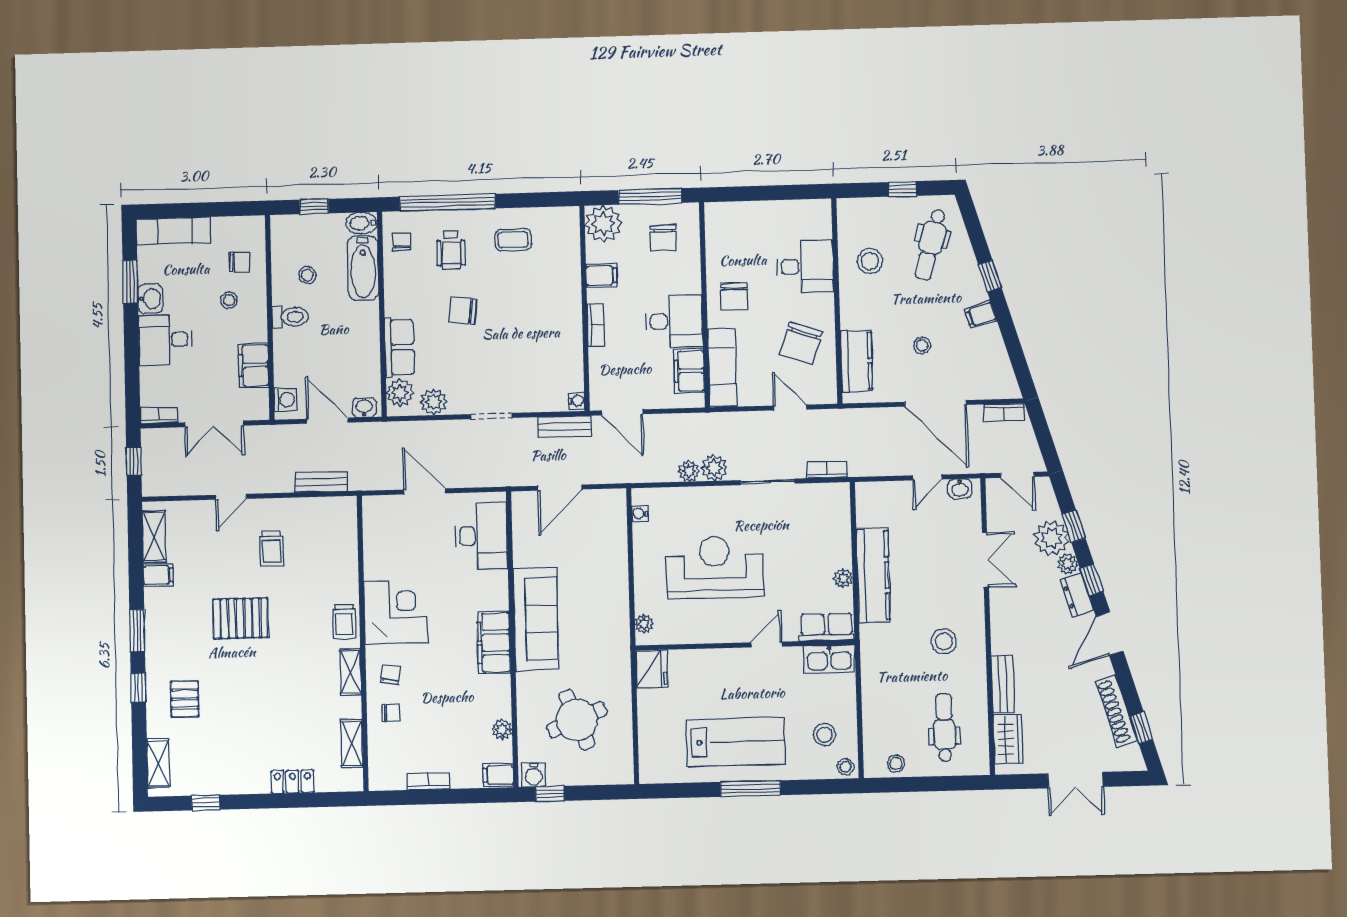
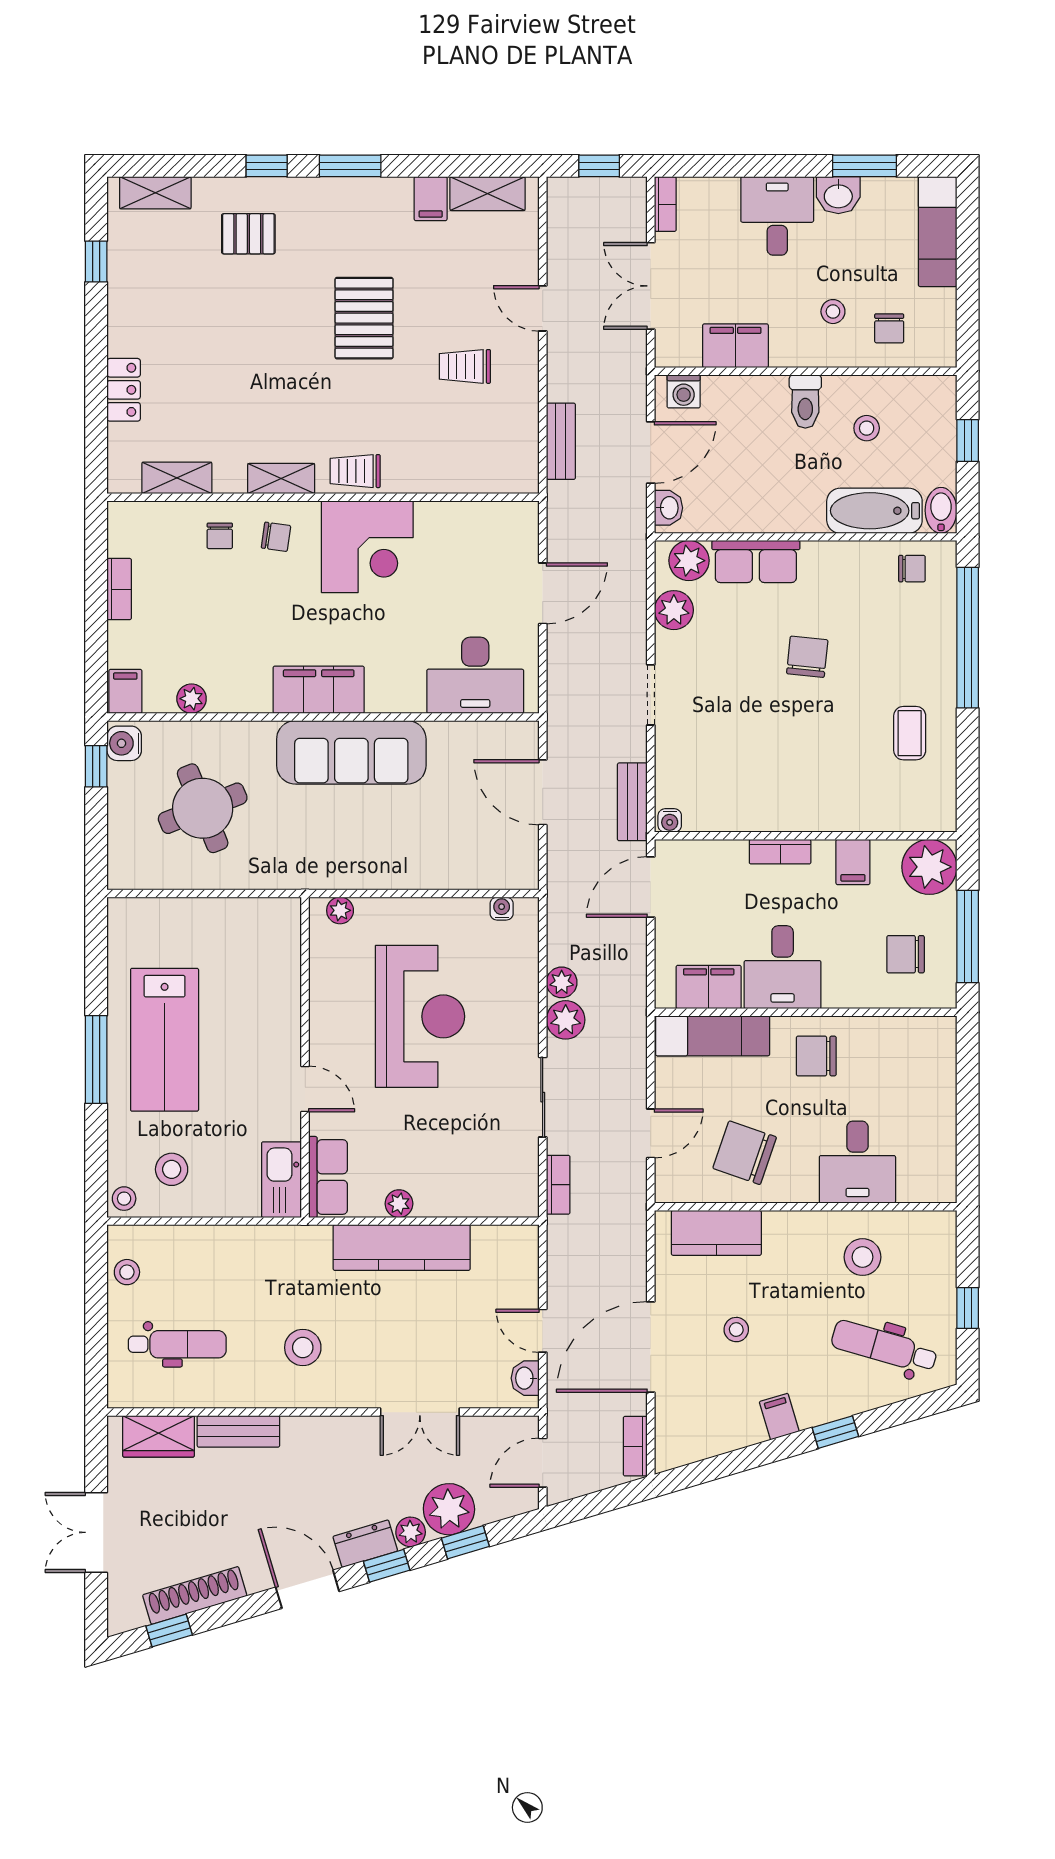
wheelchair: (451, 250) -> (898, 641), removed
fridge: (652, 669) -> (274, 920), removed

